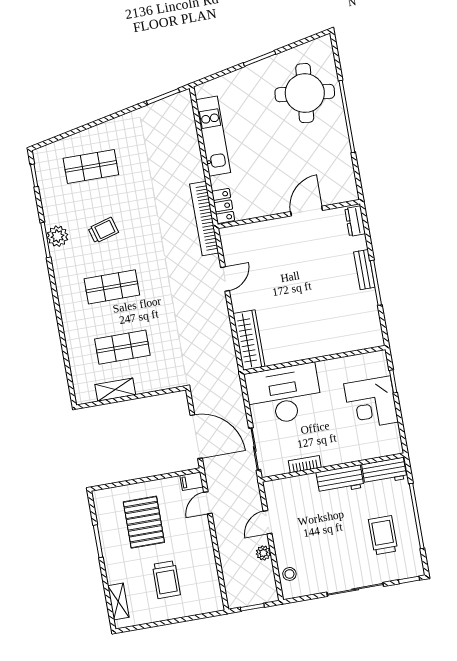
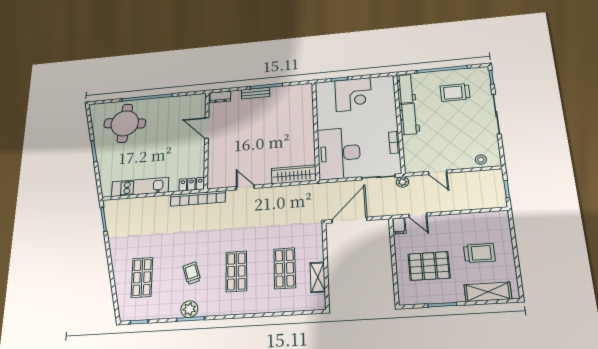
door: (196, 437) -> (349, 220), moved
plant: (263, 553) -> (402, 182), moved
shelving: (118, 601) -> (488, 292), width x1.50, depth x1.33

